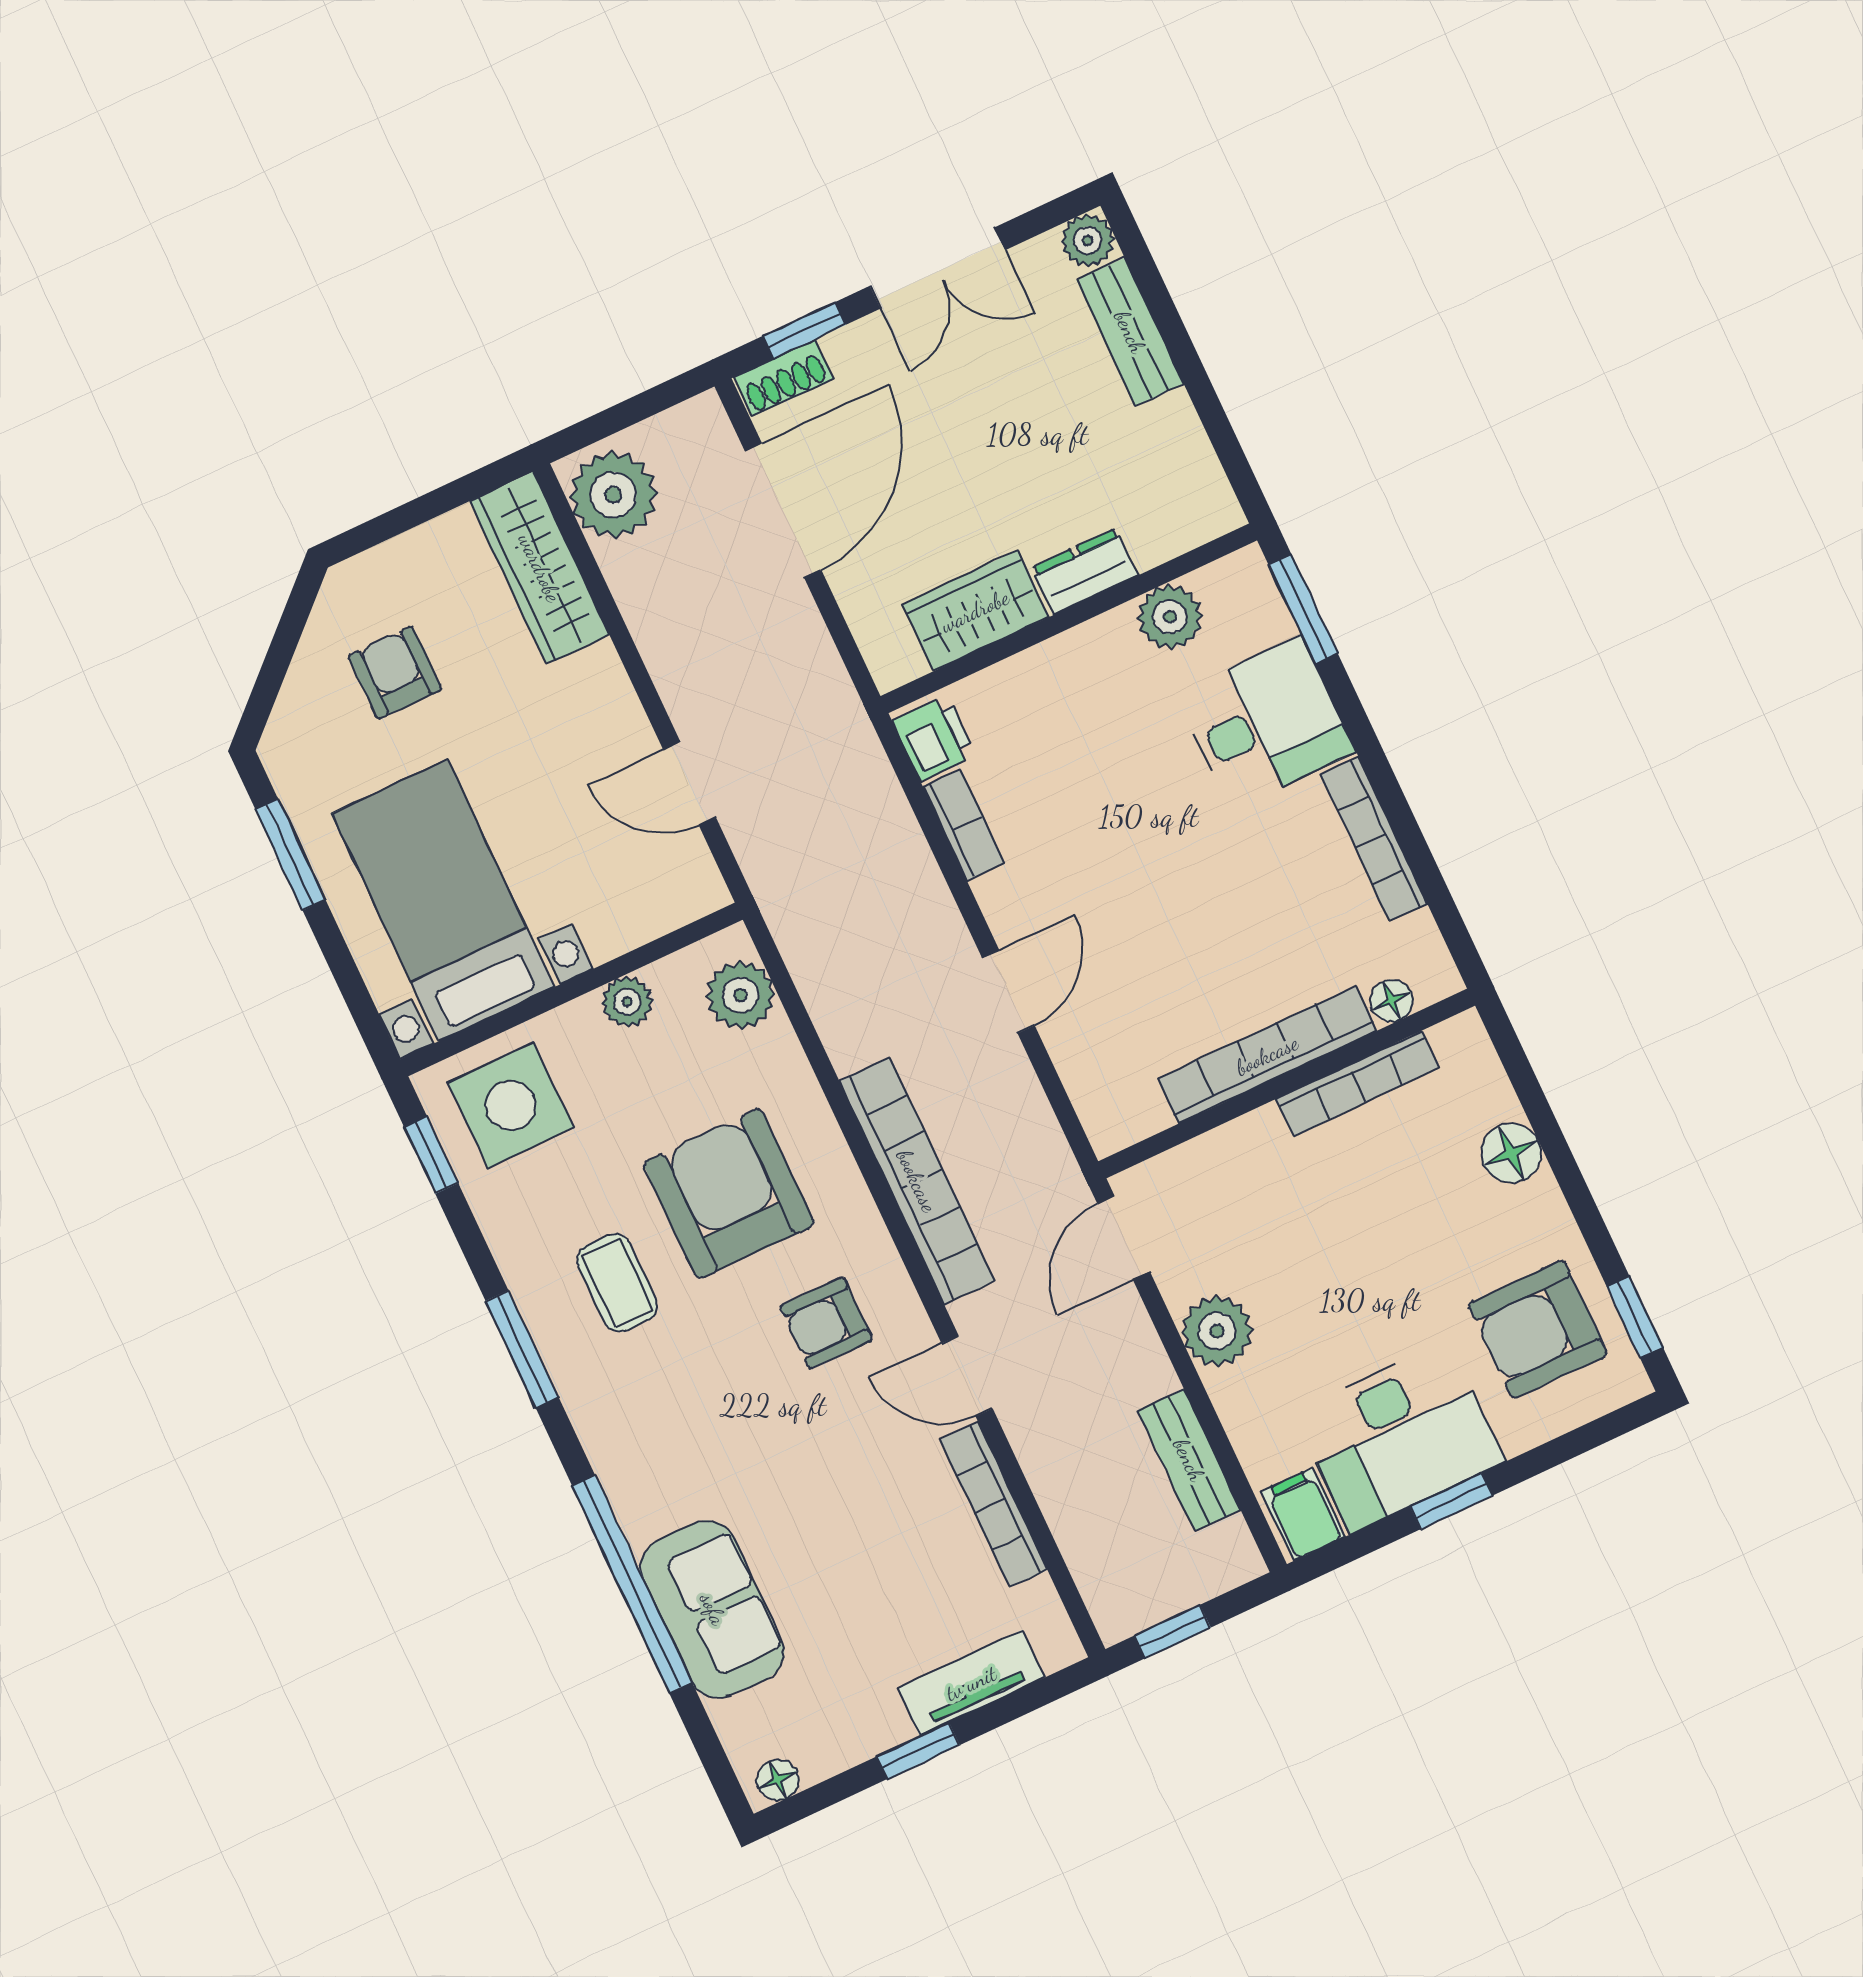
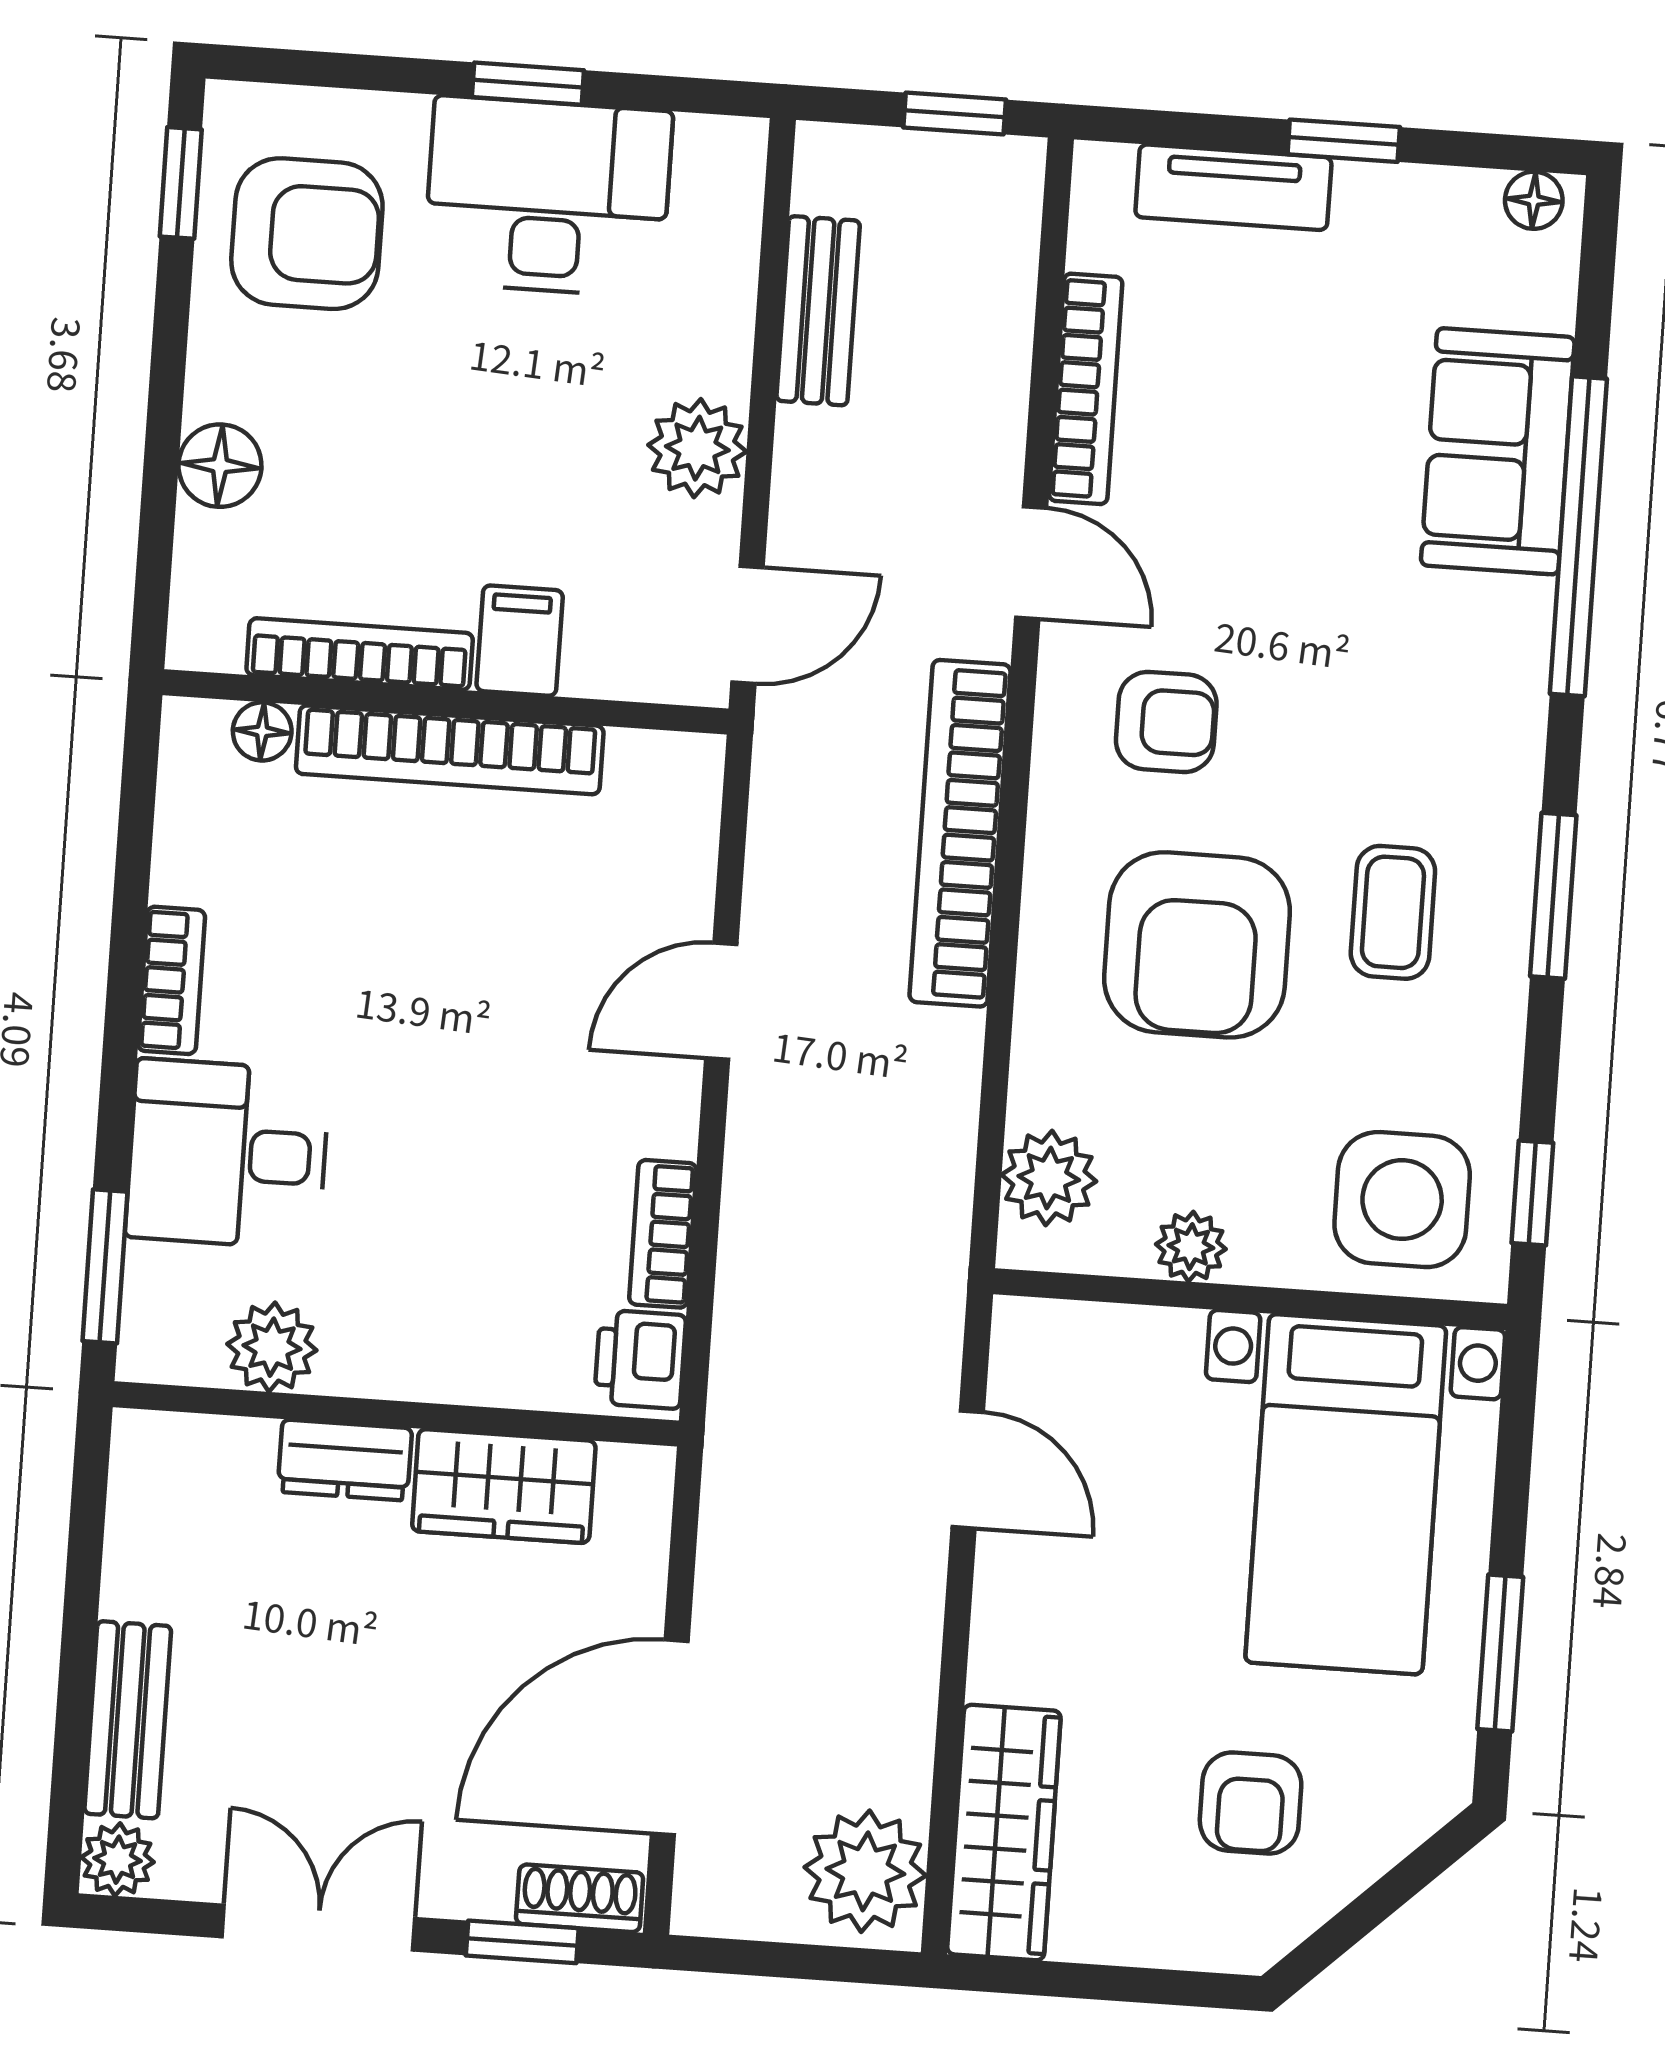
bookcase: (1374, 839) -> (171, 980), width x0.64
filing cabinet: (1303, 1514) -> (520, 641), moved, turned 180

